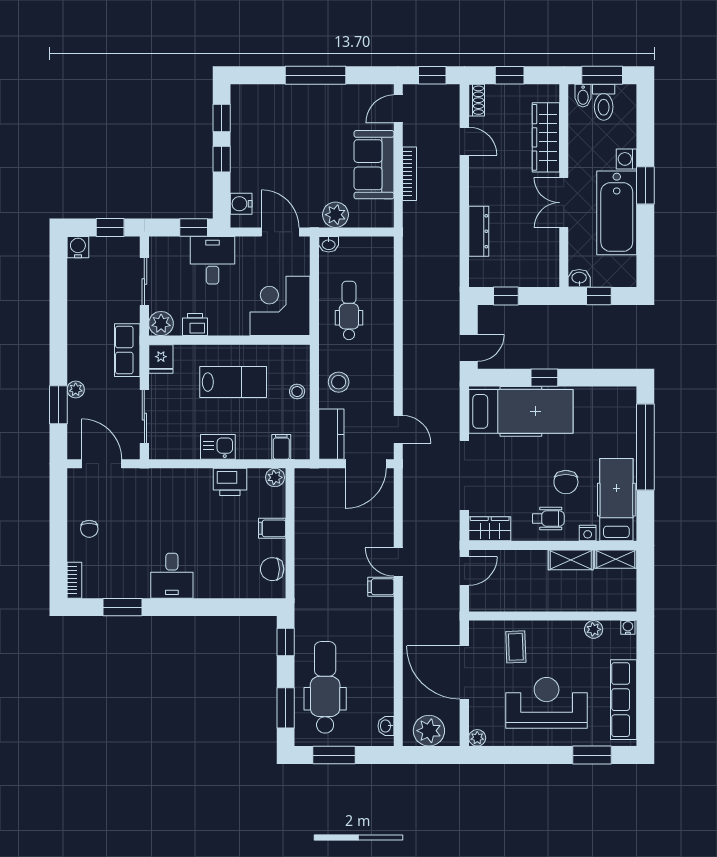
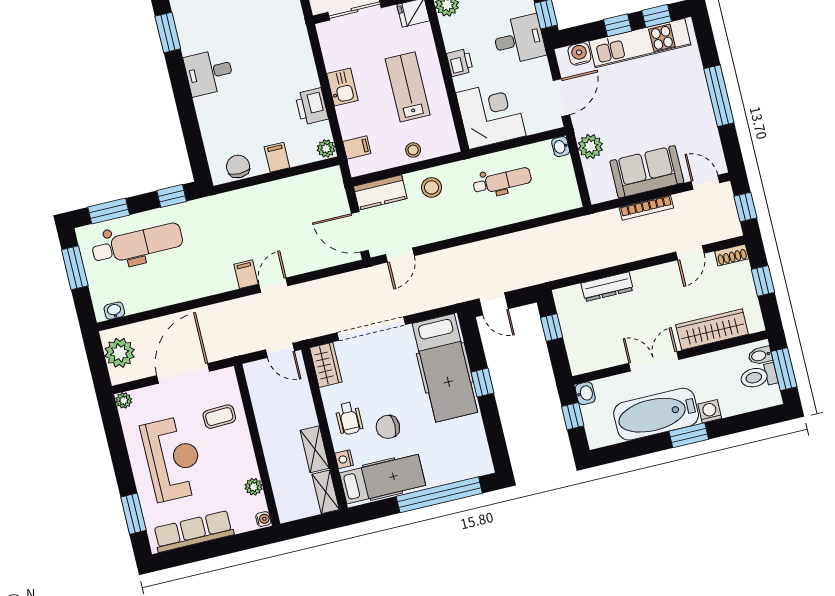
kitchen unit: (245, 141) -> (640, 43), added
printer: (195, 325) -> (460, 62), moved
lab bench: (233, 382) -> (408, 87), turned 180

